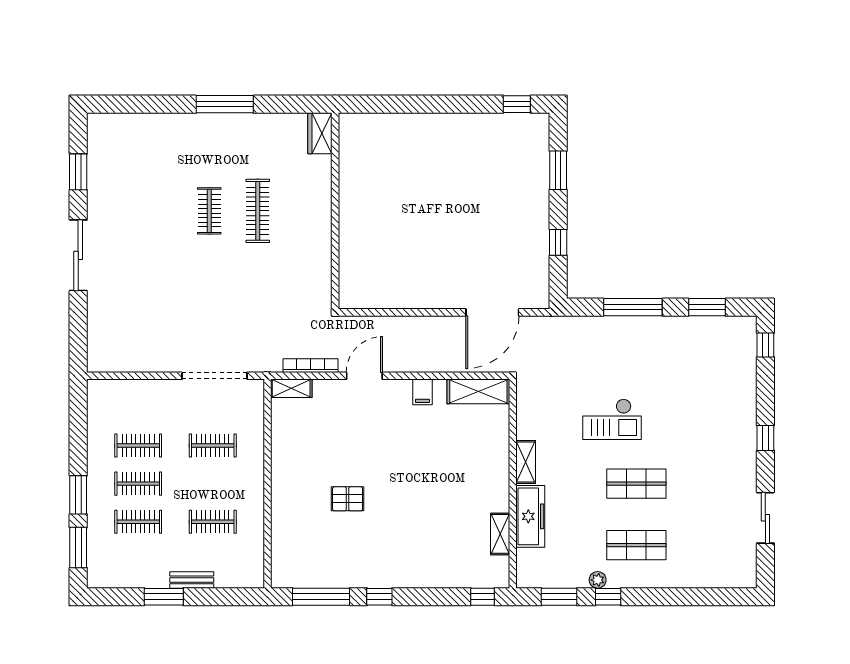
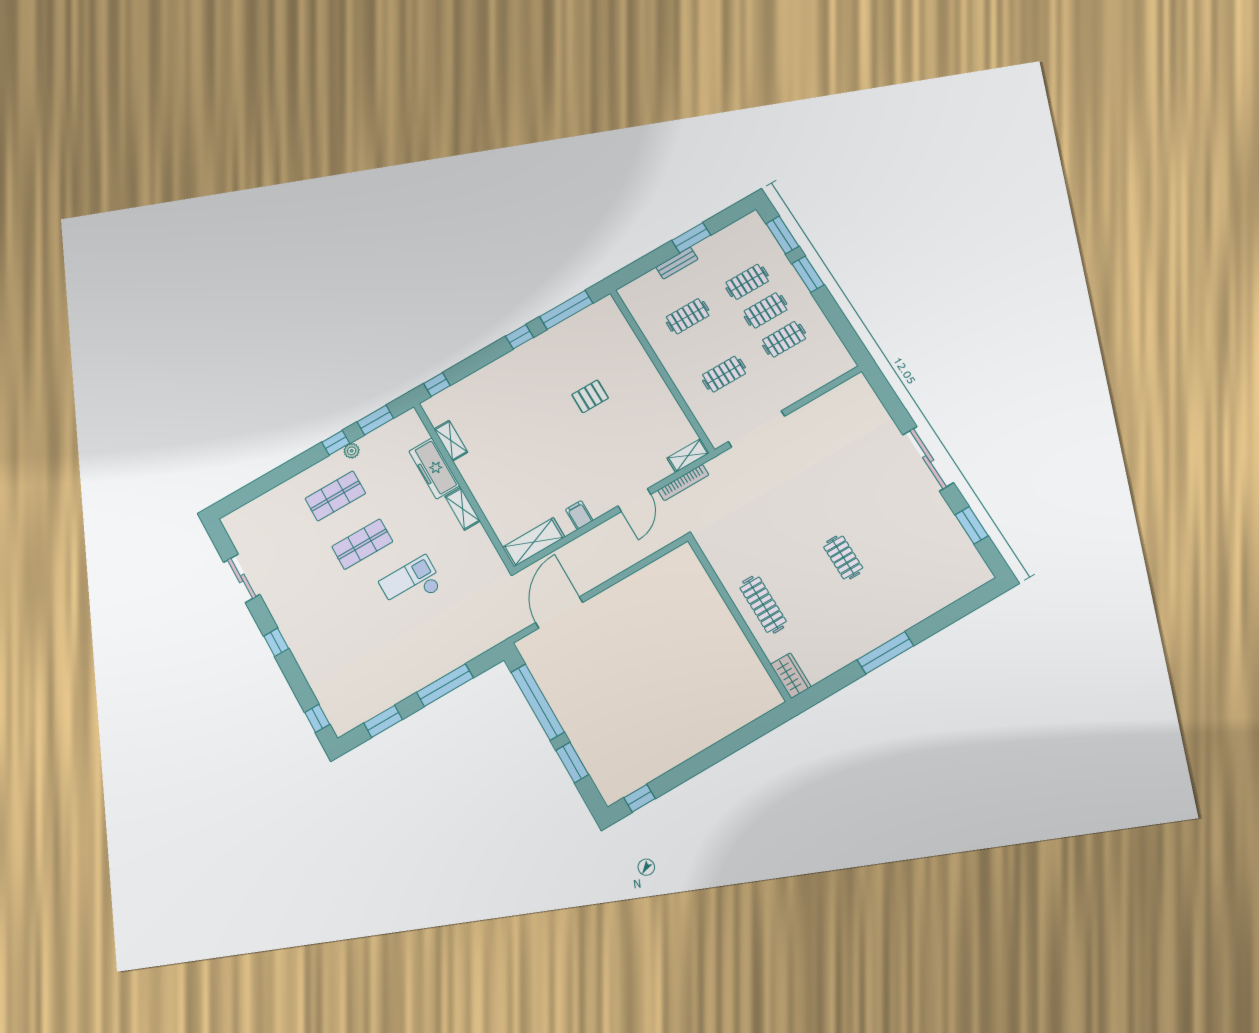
clothes rail: (258, 211) -> (763, 605), moved
window: (558, 242) -> (538, 702), width x3.17

